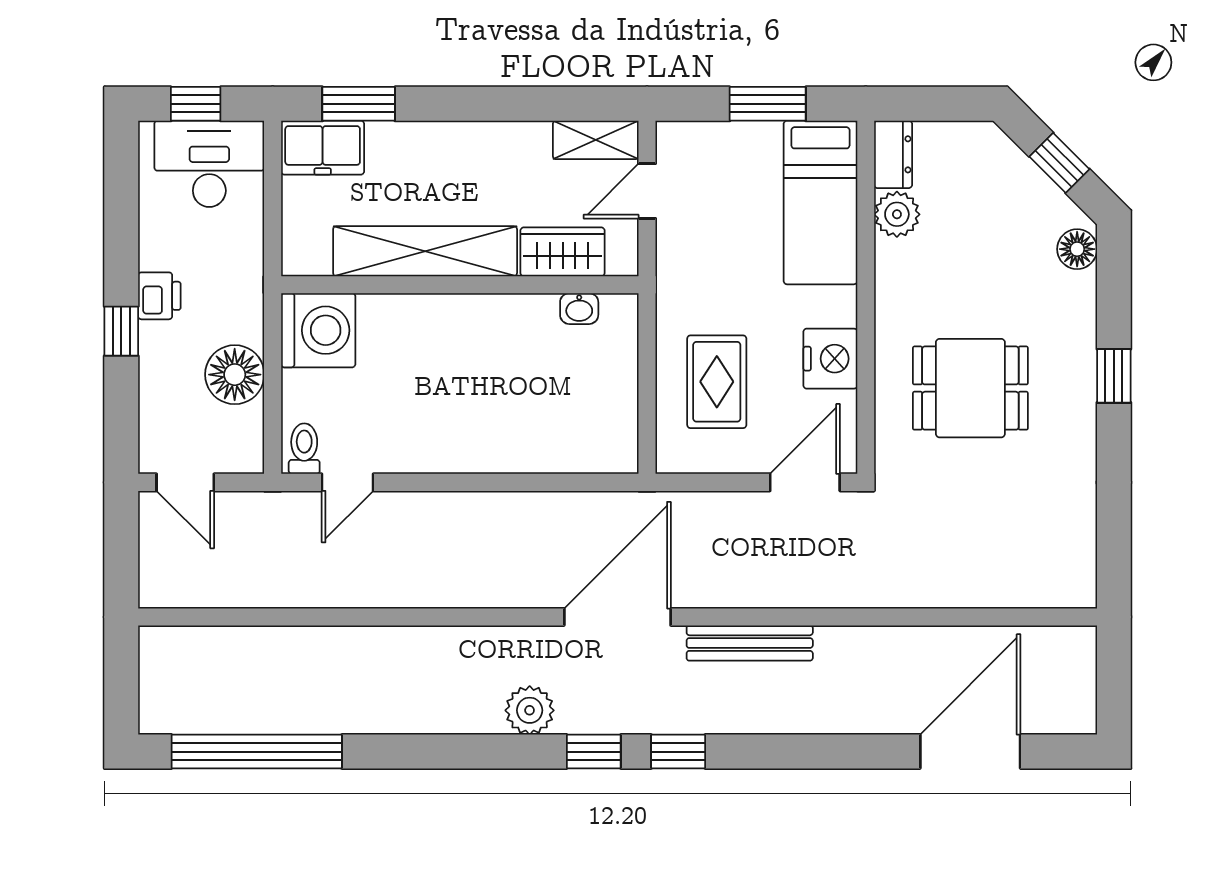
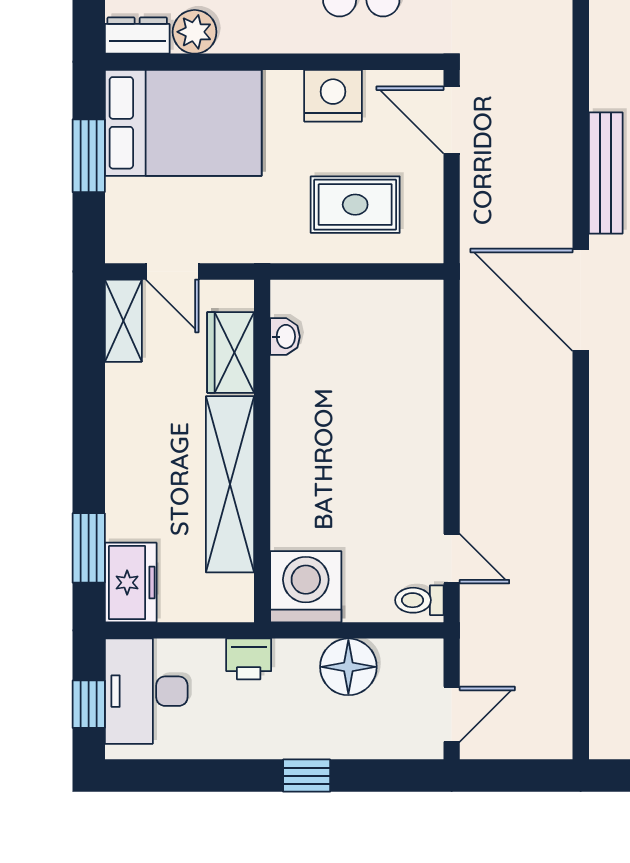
bed: (820, 202) -> (183, 123), width x1.50
printer: (159, 296) -> (249, 659), moved, turned 180

